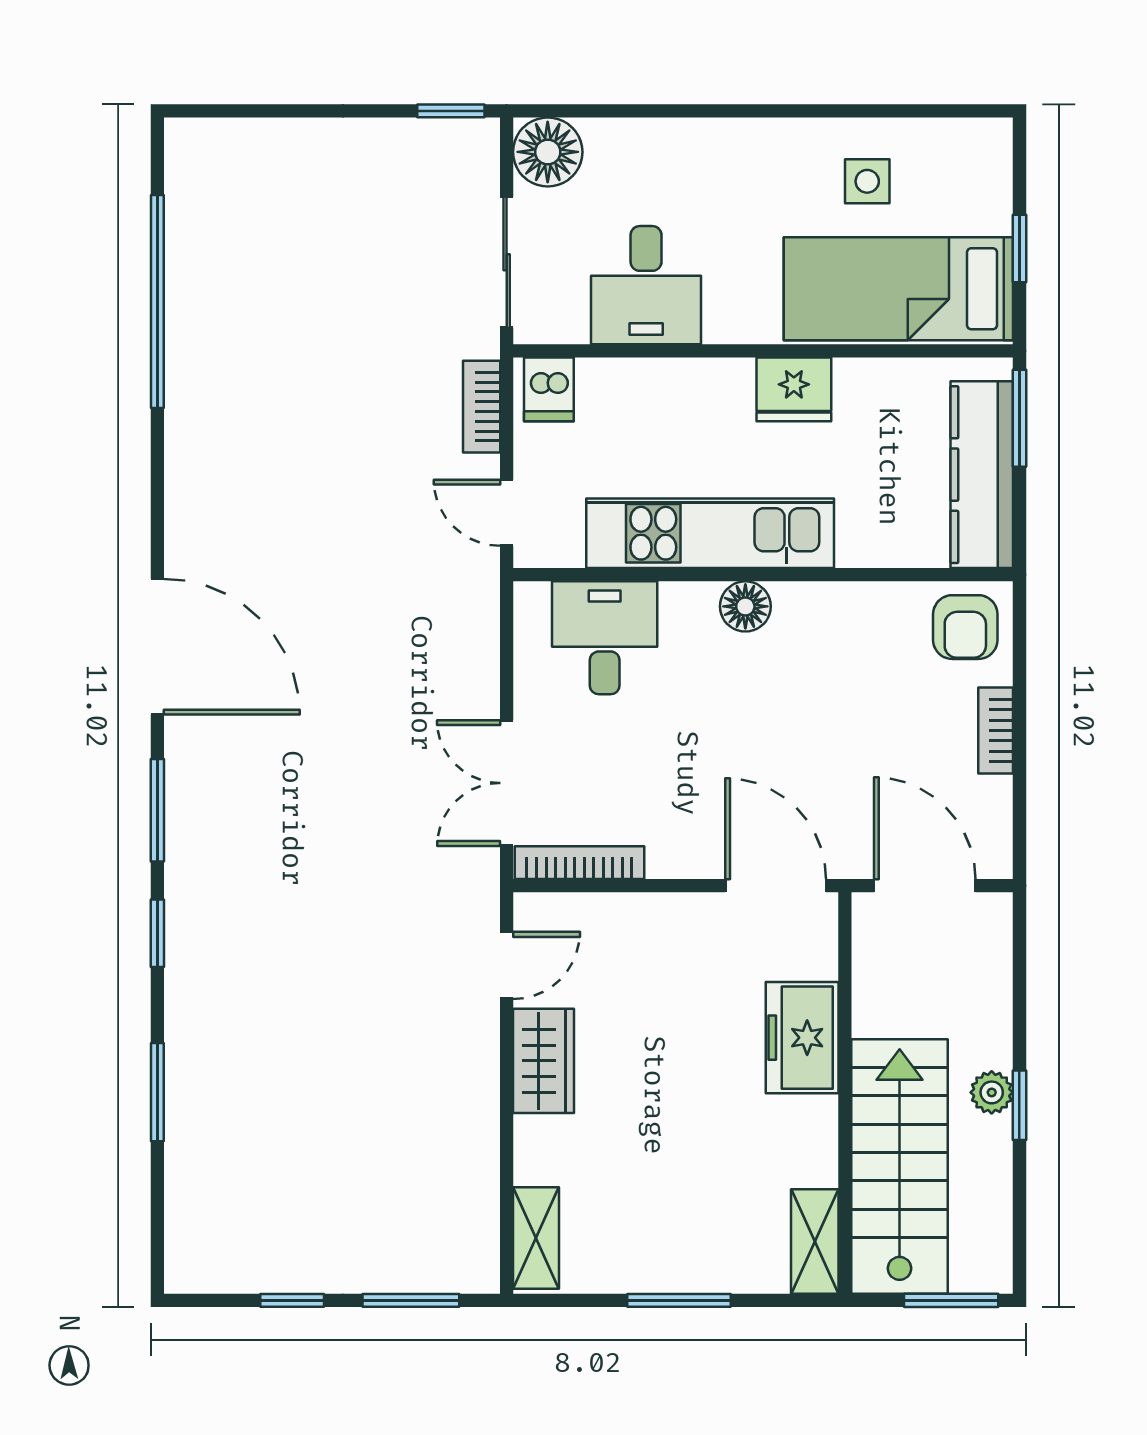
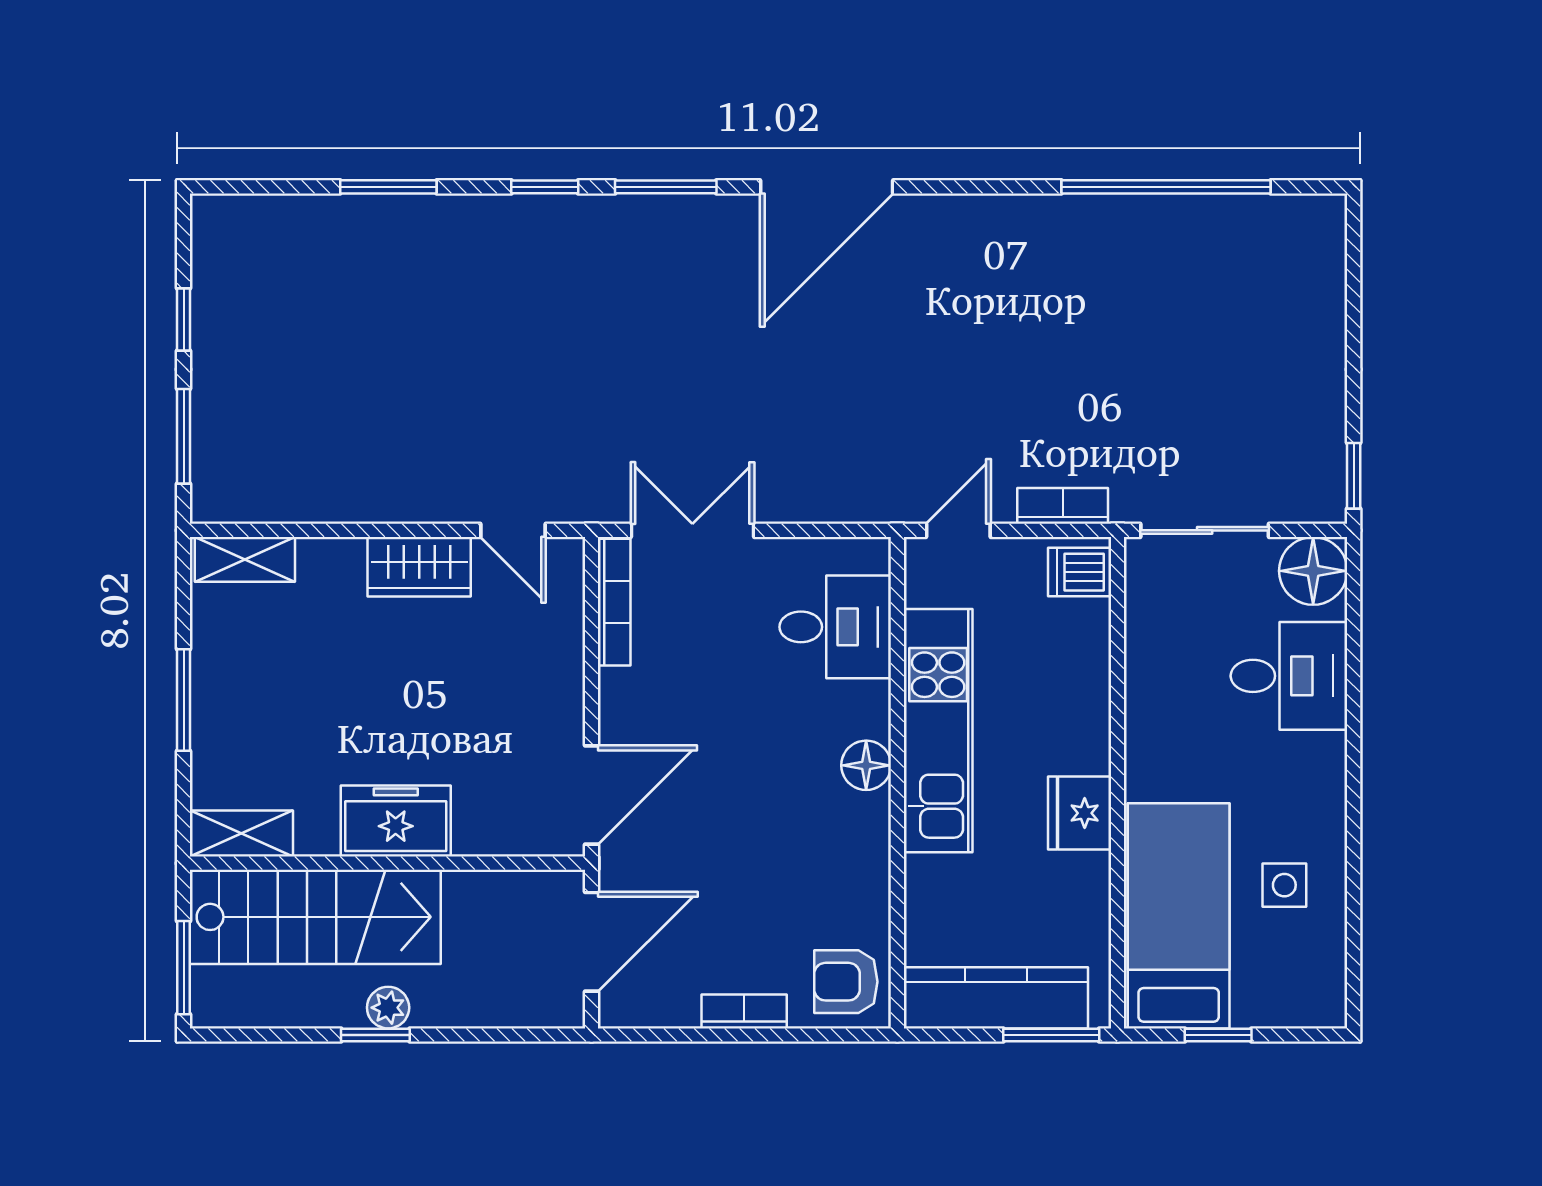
desk: (646, 285) -> (1289, 676), moved, turned 180
freezer: (802, 1038) -> (396, 821), moved

